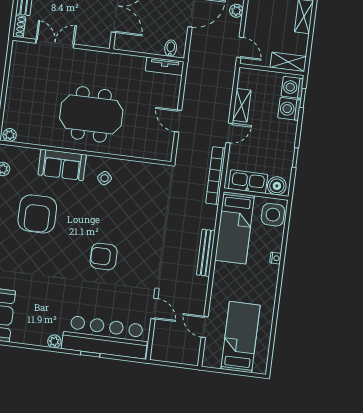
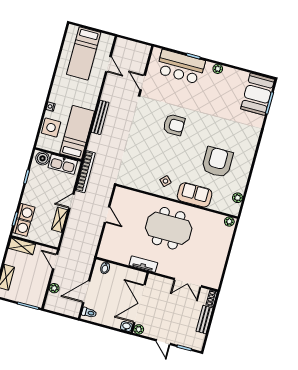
tv unit: (165, 66) -> (143, 264), moved
side table: (273, 215) -> (51, 128), moved
bar counter: (105, 337) -> (181, 67), width x0.73

